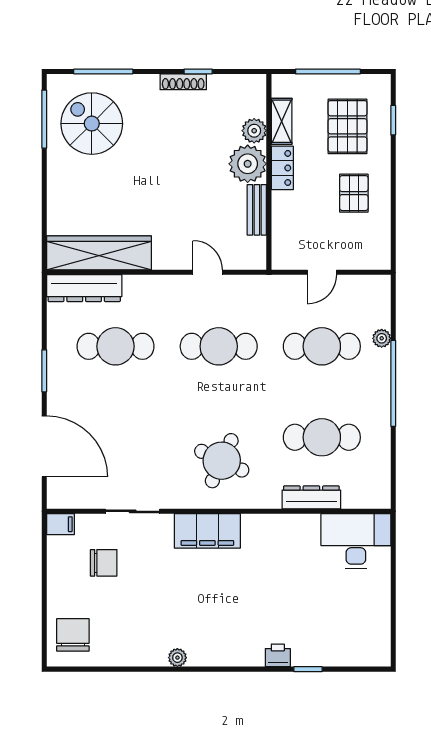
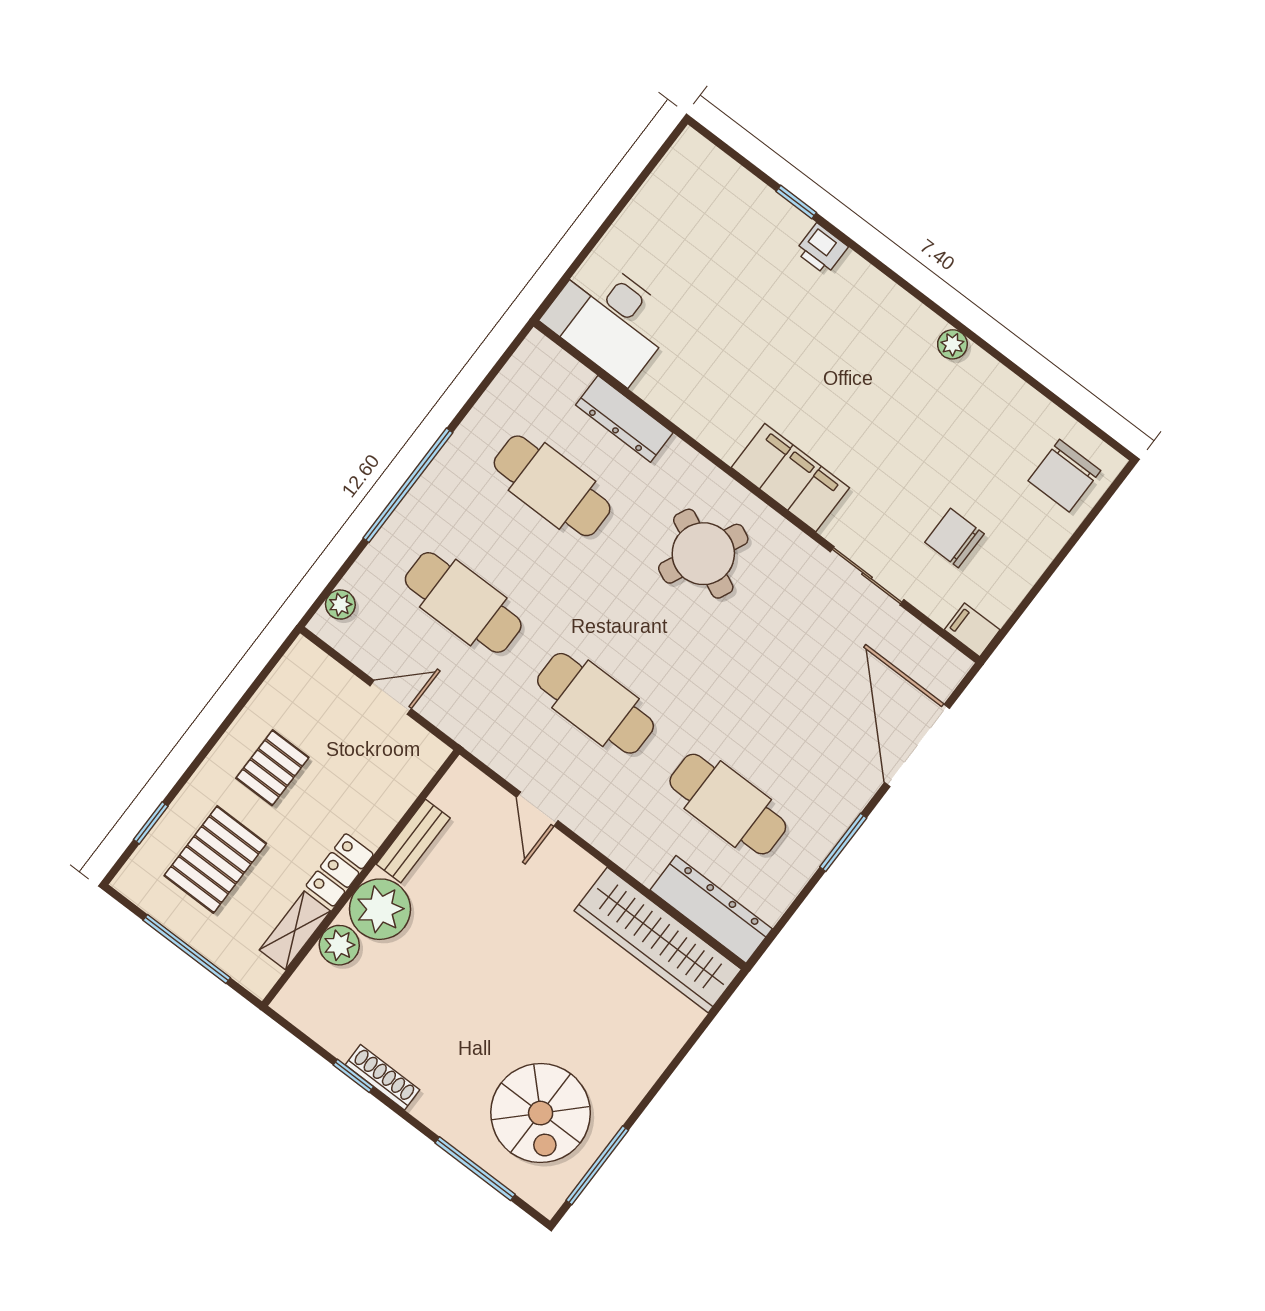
plant: (382, 338) -> (340, 605), moved

